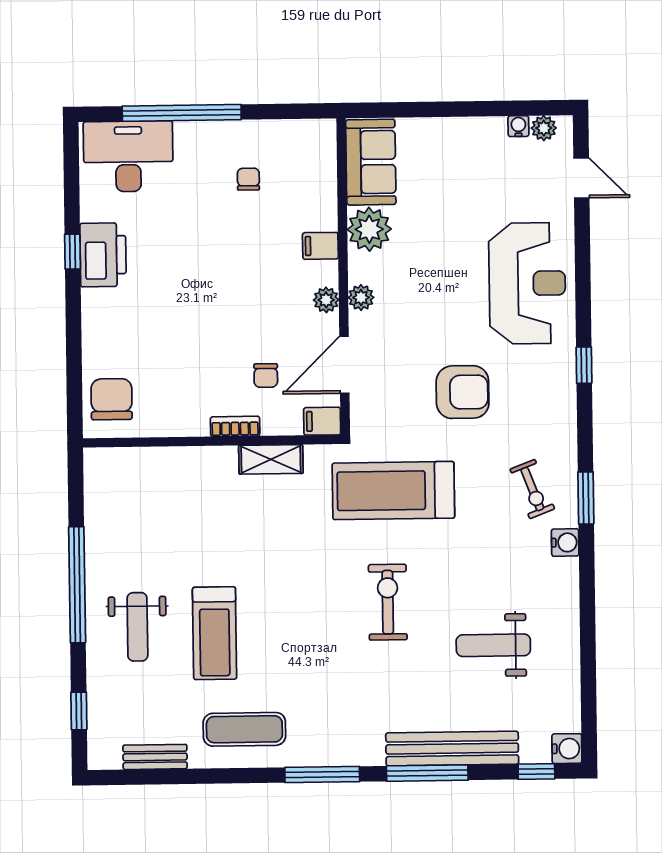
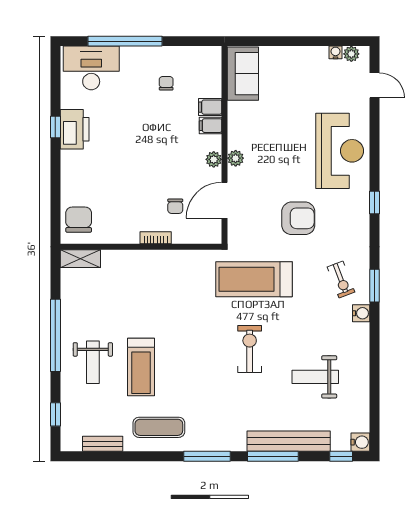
plant: (369, 229) -> (241, 116), removed
filing cabinet: (322, 421) -> (210, 107), moved
shelving: (271, 459) -> (80, 259), moved

